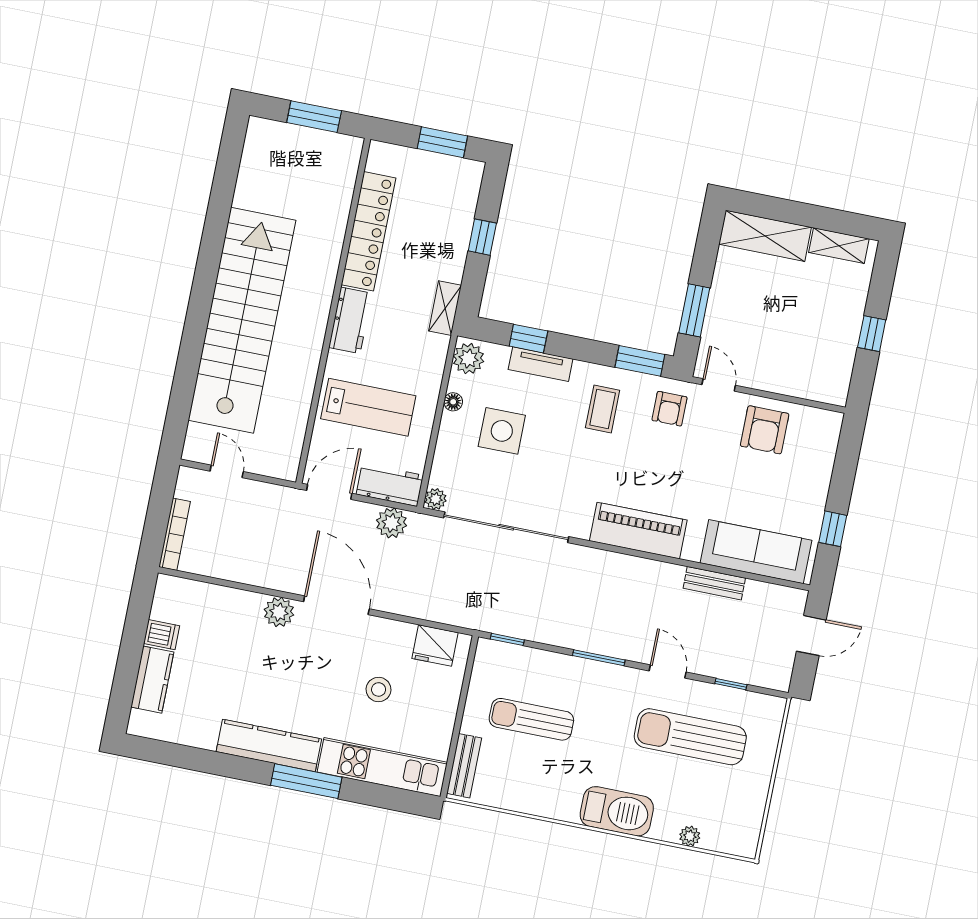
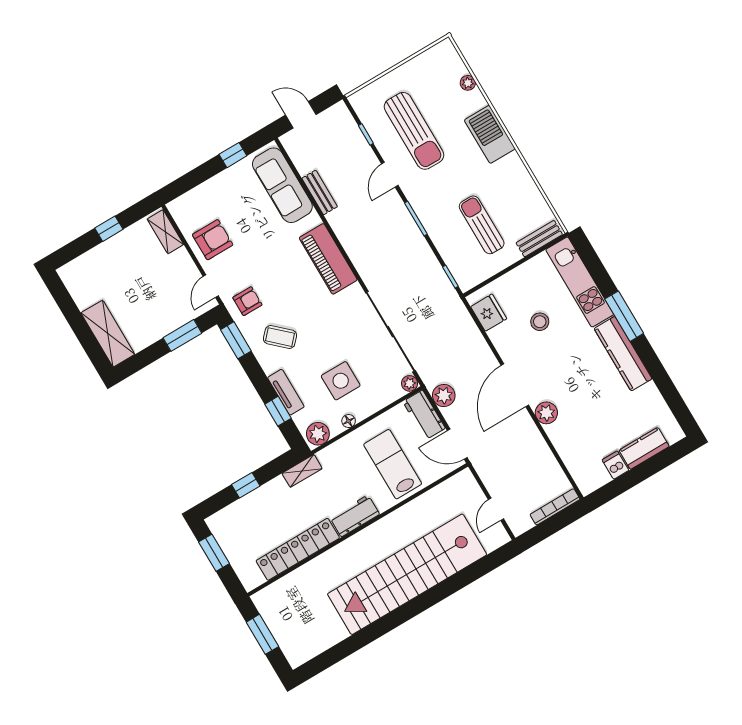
shelving: (839, 246) -> (165, 232), moved
coffee table: (603, 409) -> (280, 337), turned 43
sun lounger: (531, 719) -> (482, 225), turned 180

